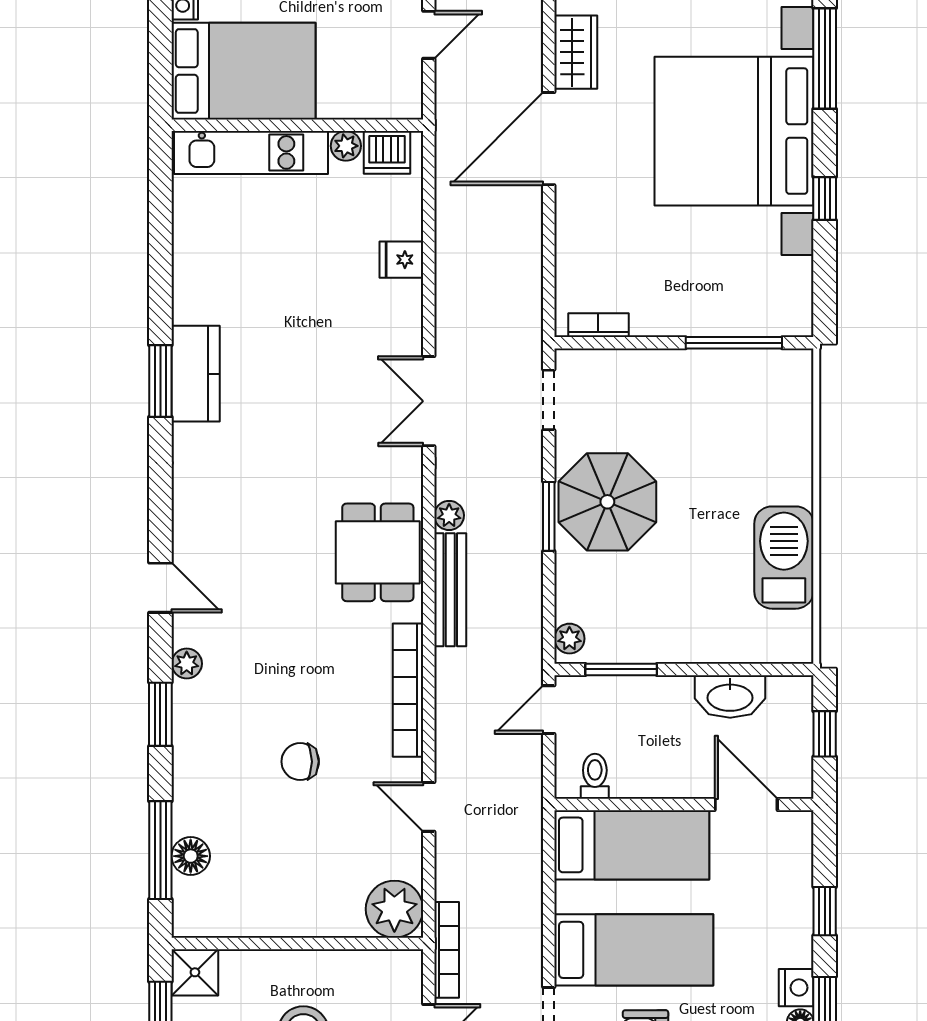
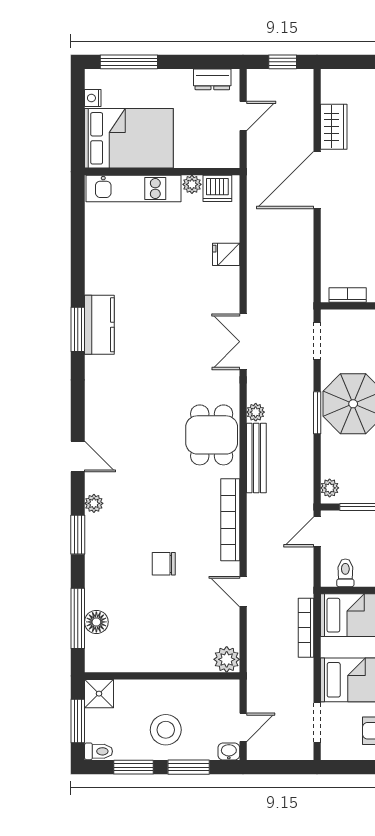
plant: (394, 909) -> (227, 659), width x0.73, depth x0.73
bookcase: (447, 950) -> (306, 628), moved, turned 180

